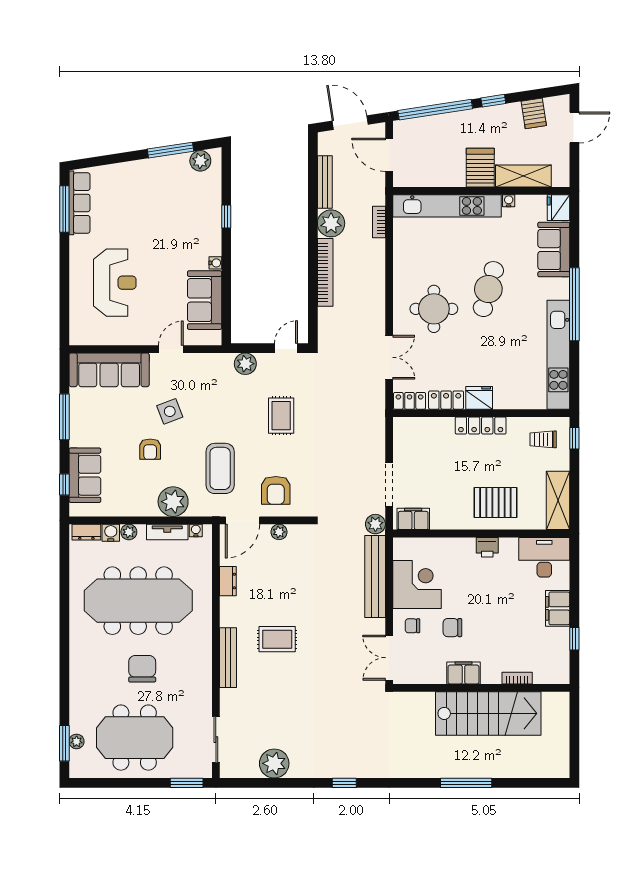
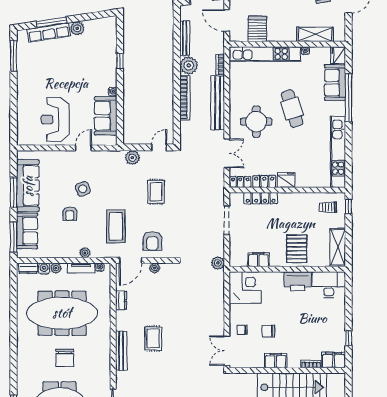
window: (171, 150) -> (52, 22), moved
plant: (200, 161) -> (77, 28), moved
server rack: (480, 168) -> (257, 29), moved
row of seats: (79, 203) -> (49, 33), moved, turned 81
reception desk: (115, 283) -> (55, 119), moved, turned 180
cafe table: (488, 289) -> (292, 109), turned -33
window: (574, 304) -> (349, 98), moved
sofa: (109, 370) -> (28, 186), moved, turned -90
locker: (481, 426) -> (261, 198), moved
window: (64, 484) -> (14, 237), width x2.17
doorway: (389, 485) -> (227, 220), moved
plant: (173, 502) -> (85, 253), width x0.53, depth x0.53
pallet: (495, 503) -> (297, 249), turned 90
filing cabinet: (413, 519) -> (258, 260), moved
printer: (487, 547) -> (298, 281), width x1.87, depth x1.48
bench: (375, 577) -> (218, 103), moved
corner desk: (417, 584) -> (245, 287), moved
filing cabinet: (558, 608) -> (334, 360), moved, turned 90
rug: (277, 639) -> (153, 338), turned 90
chair: (142, 669) -> (65, 358), turned 180

